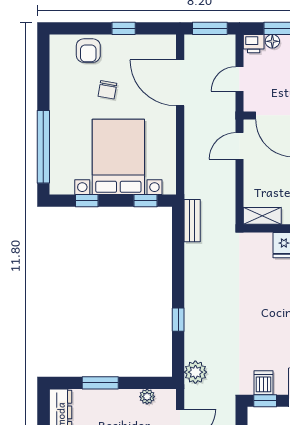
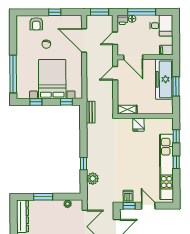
plant: (195, 372) -> (93, 179), moved

